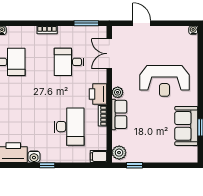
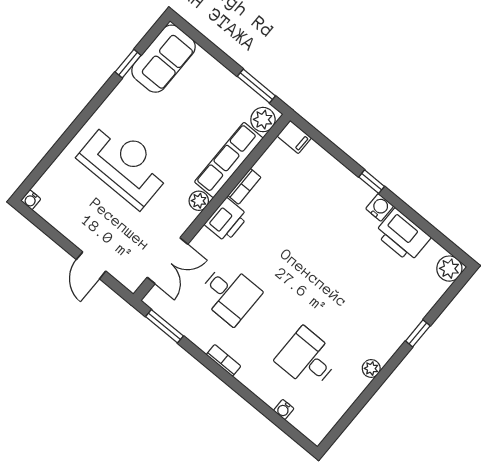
row of seats: (119, 114) -> (229, 160), width x1.48
sofa: (186, 126) -> (163, 59), moved
desk: (69, 127) -> (300, 209), removed
window: (134, 165) -> (256, 86), width x1.50

